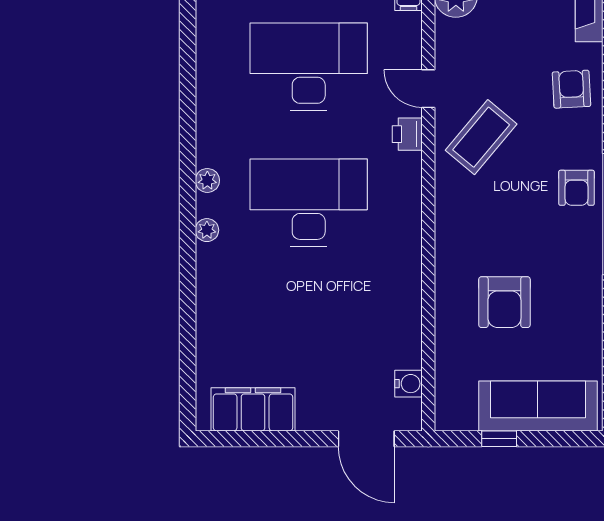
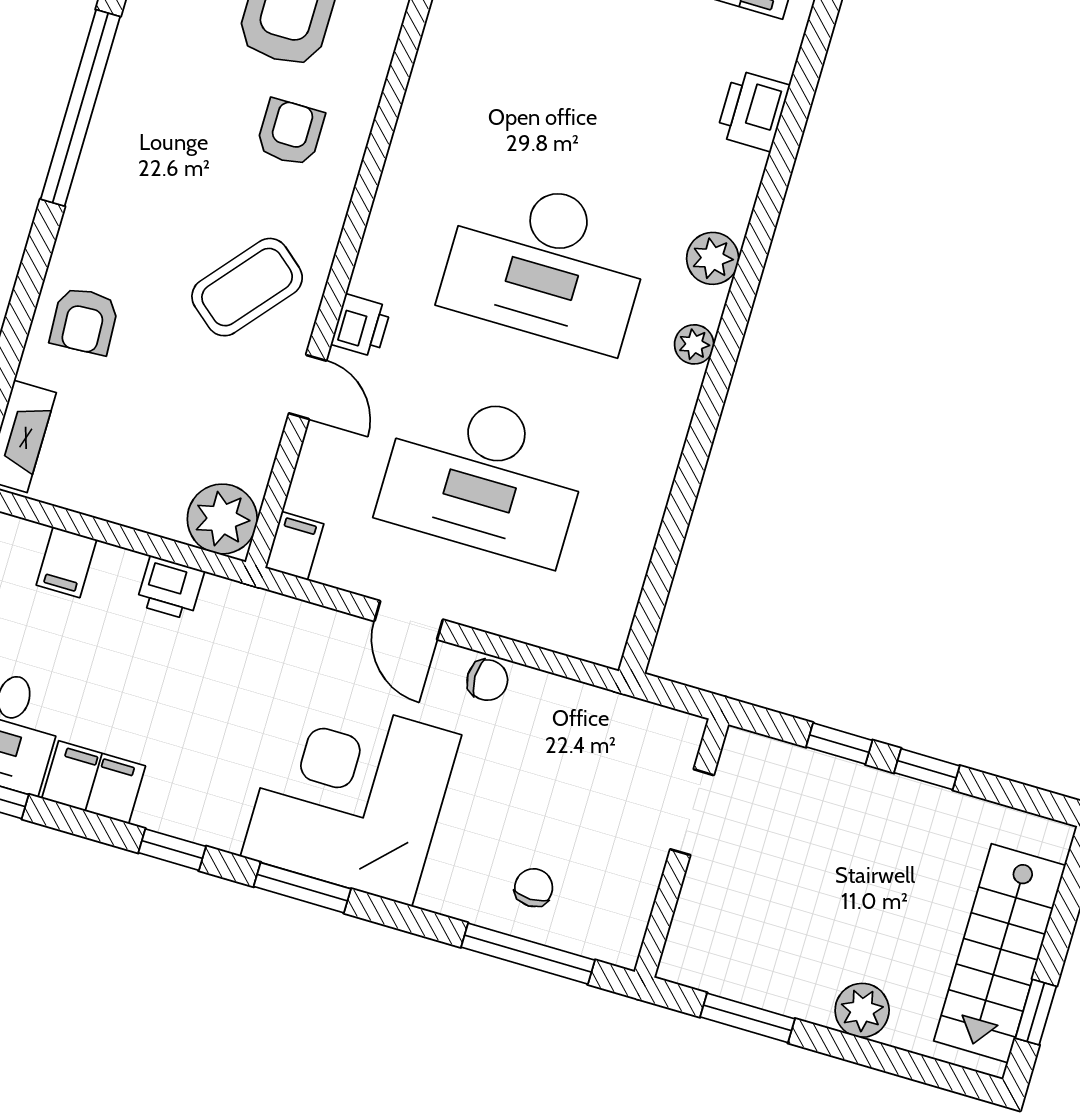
armchair: (577, 188) -> (290, 132), moved
plant: (207, 230) -> (713, 258), width x1.38, depth x1.38
printer: (213, 329) -> (753, 111), added

